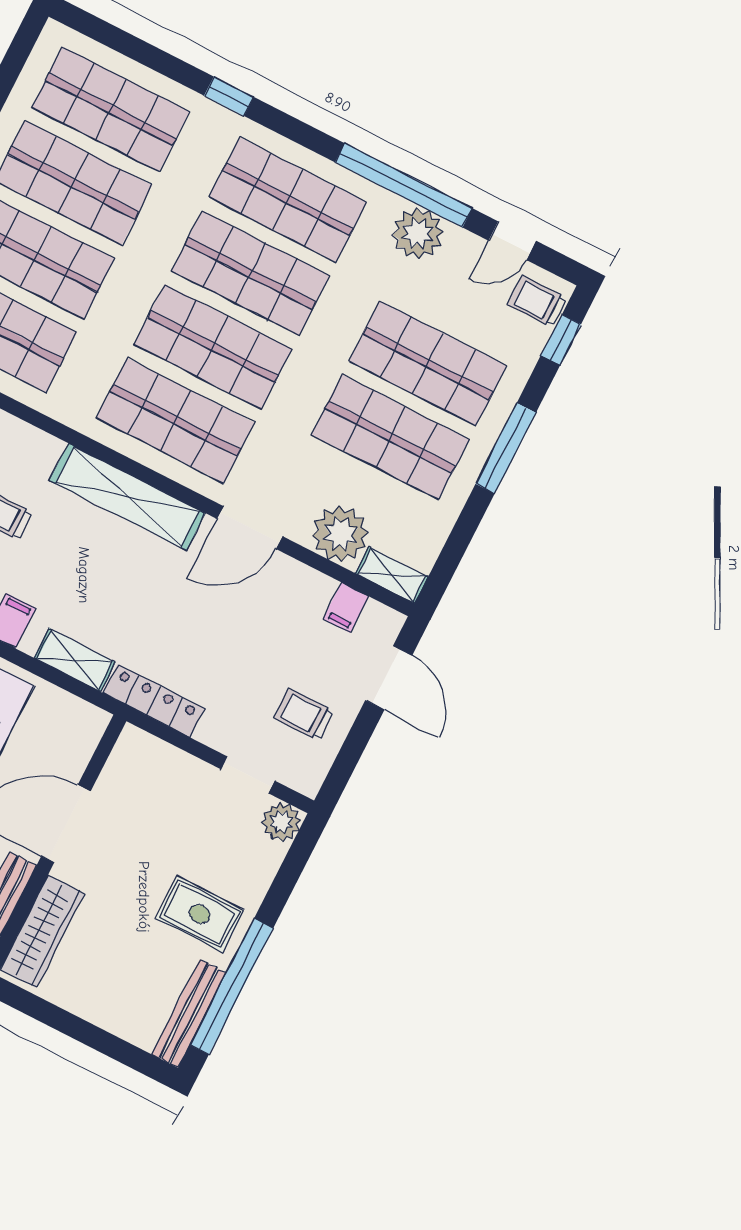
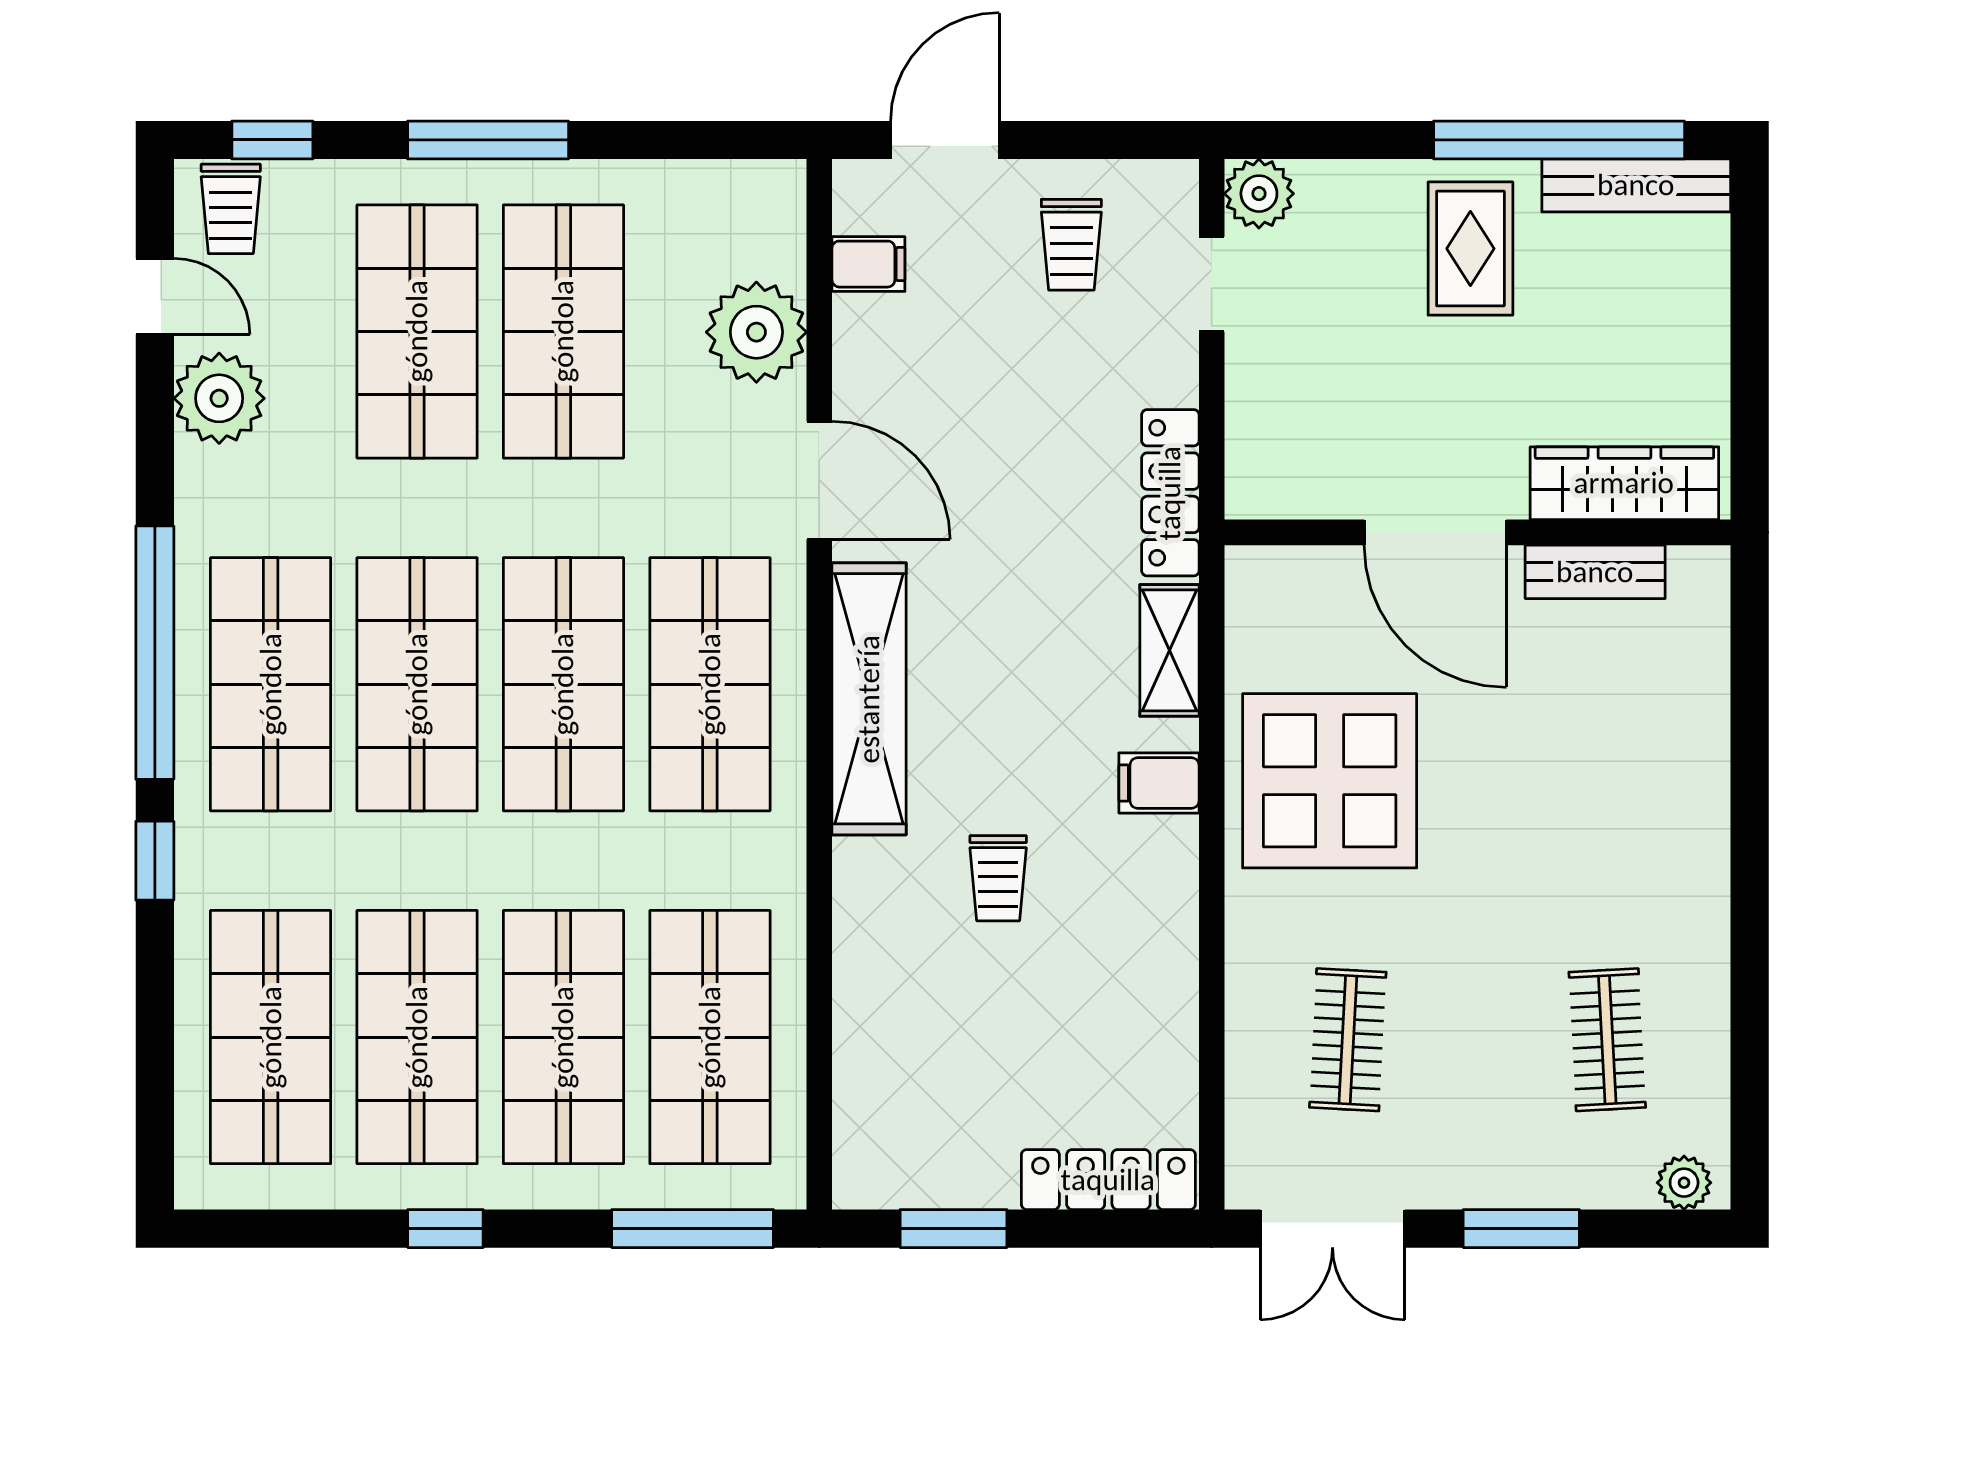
window: (404, 185) -> (155, 653), moved
plant: (418, 233) -> (219, 398), moved
shelving: (392, 575) -> (780, 218), removed

